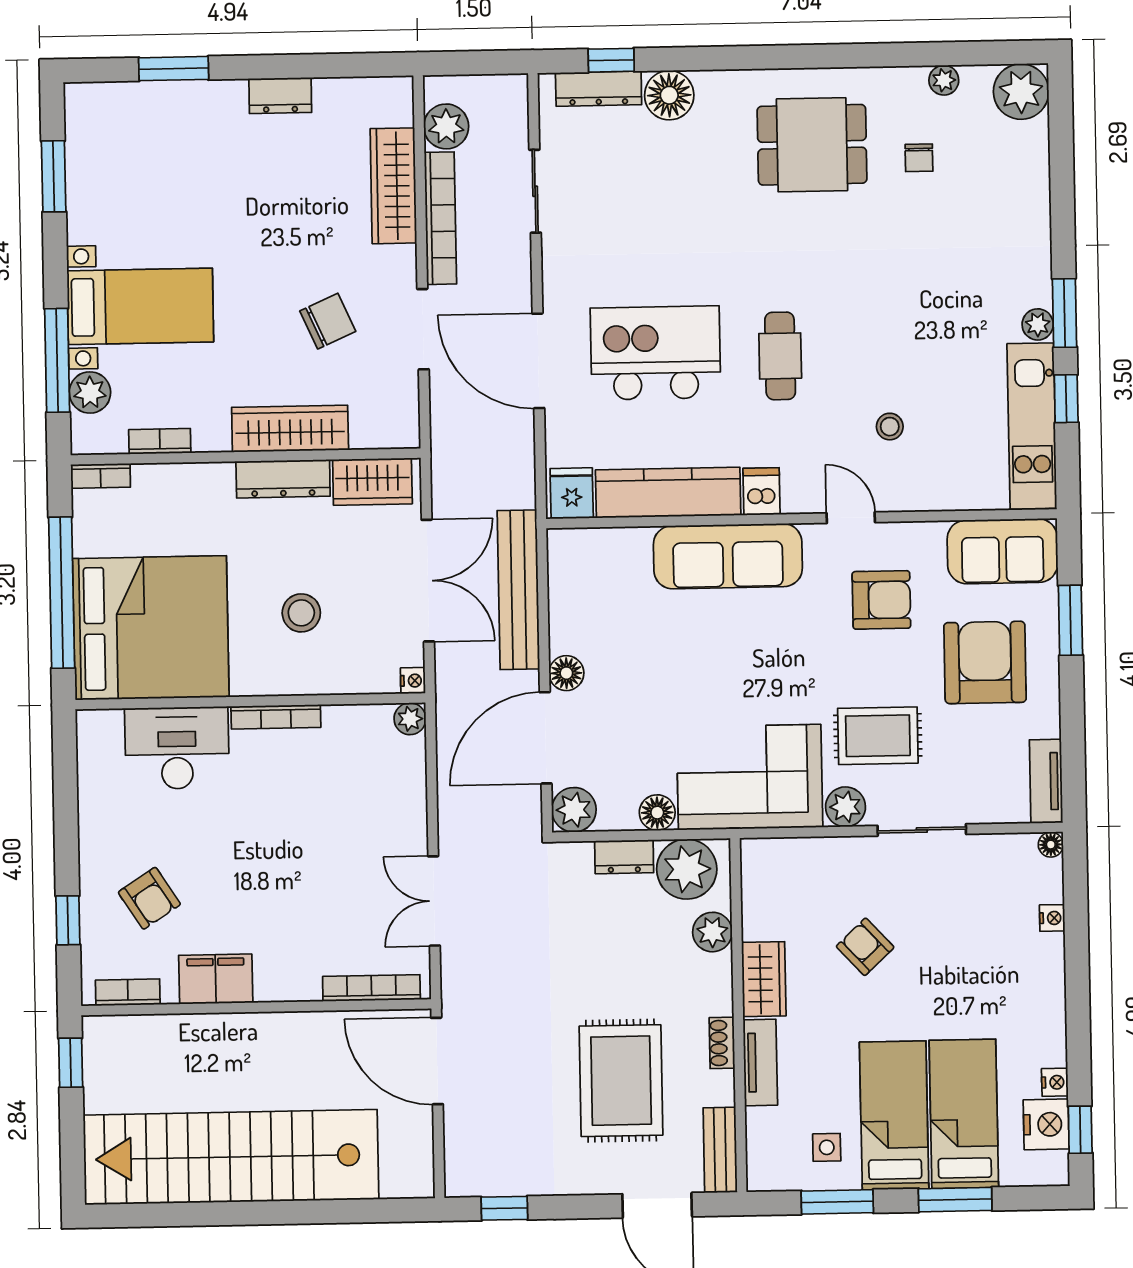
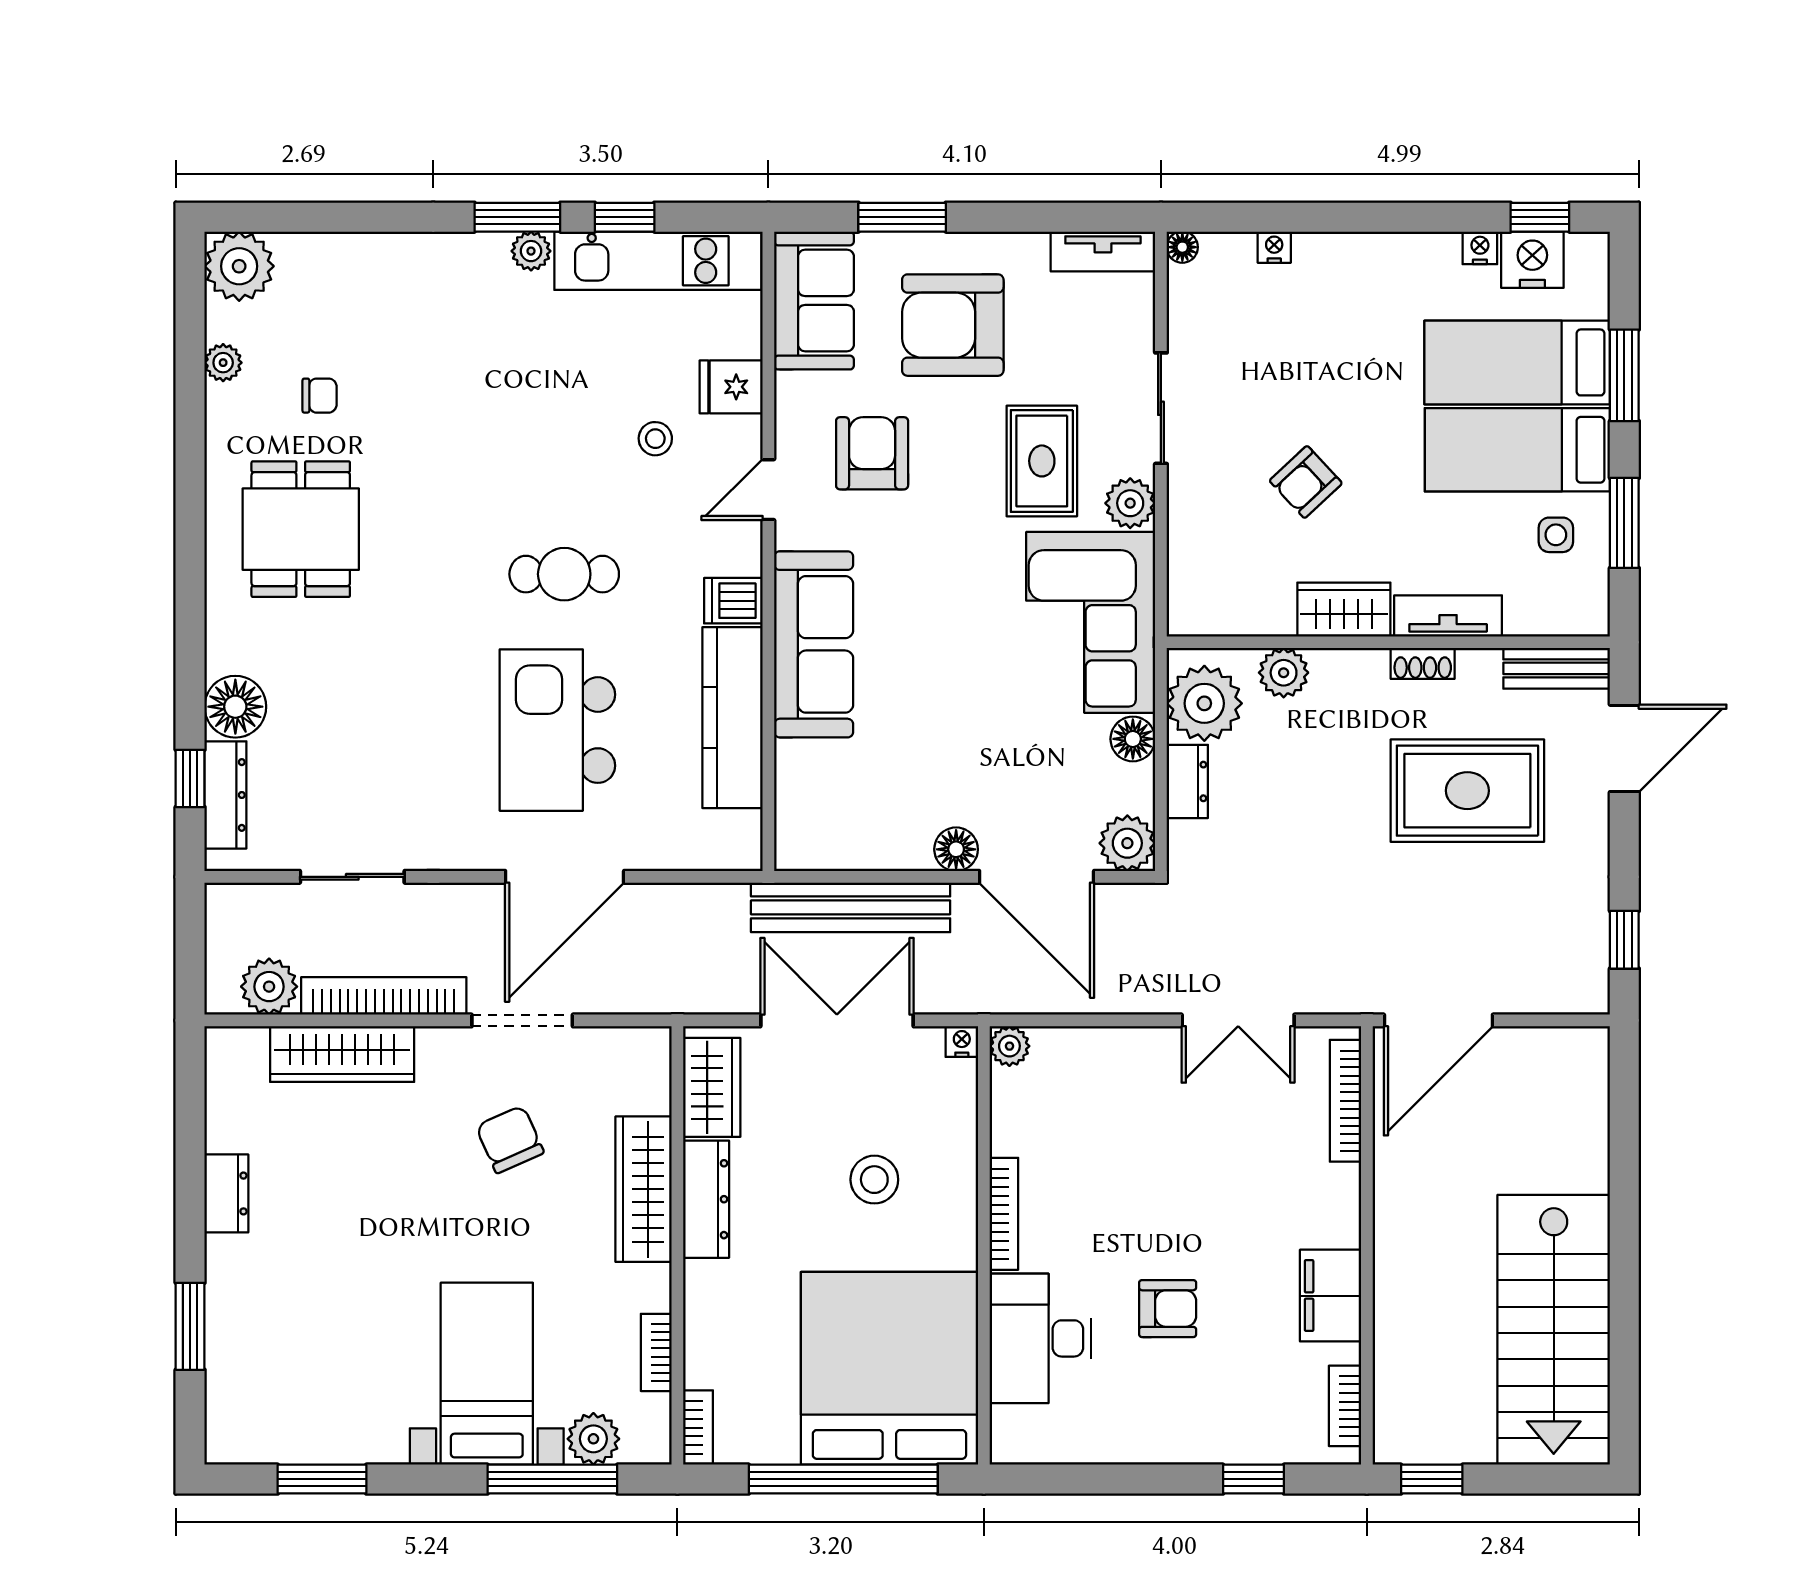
fridge: (572, 493) -> (731, 387), moved
armchair: (149, 898) -> (1168, 1309), moved, turned 33
stairs: (231, 1157) -> (1554, 1330), width x0.73

